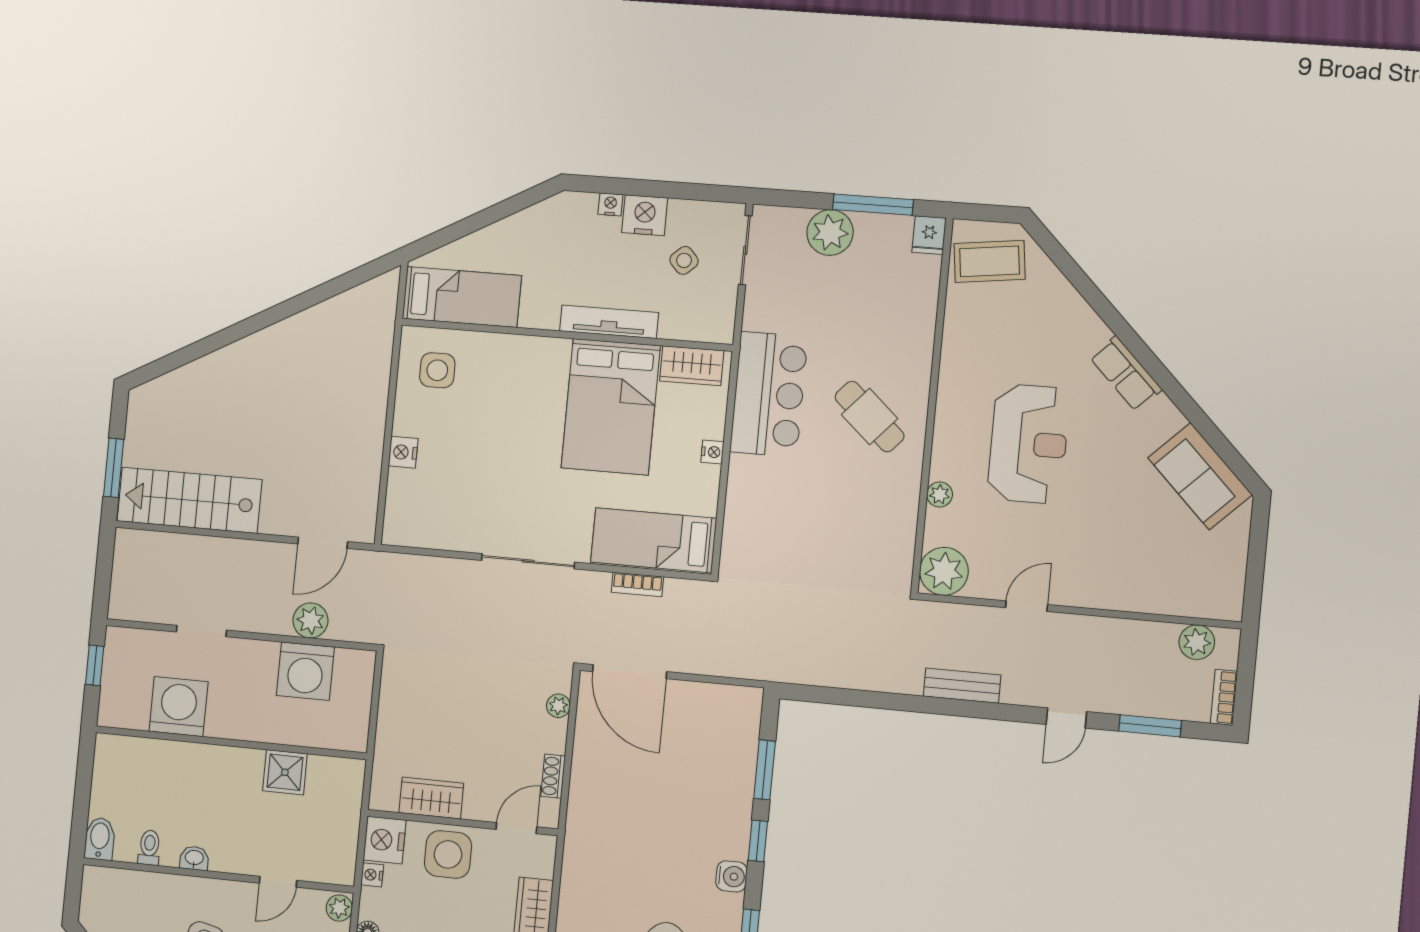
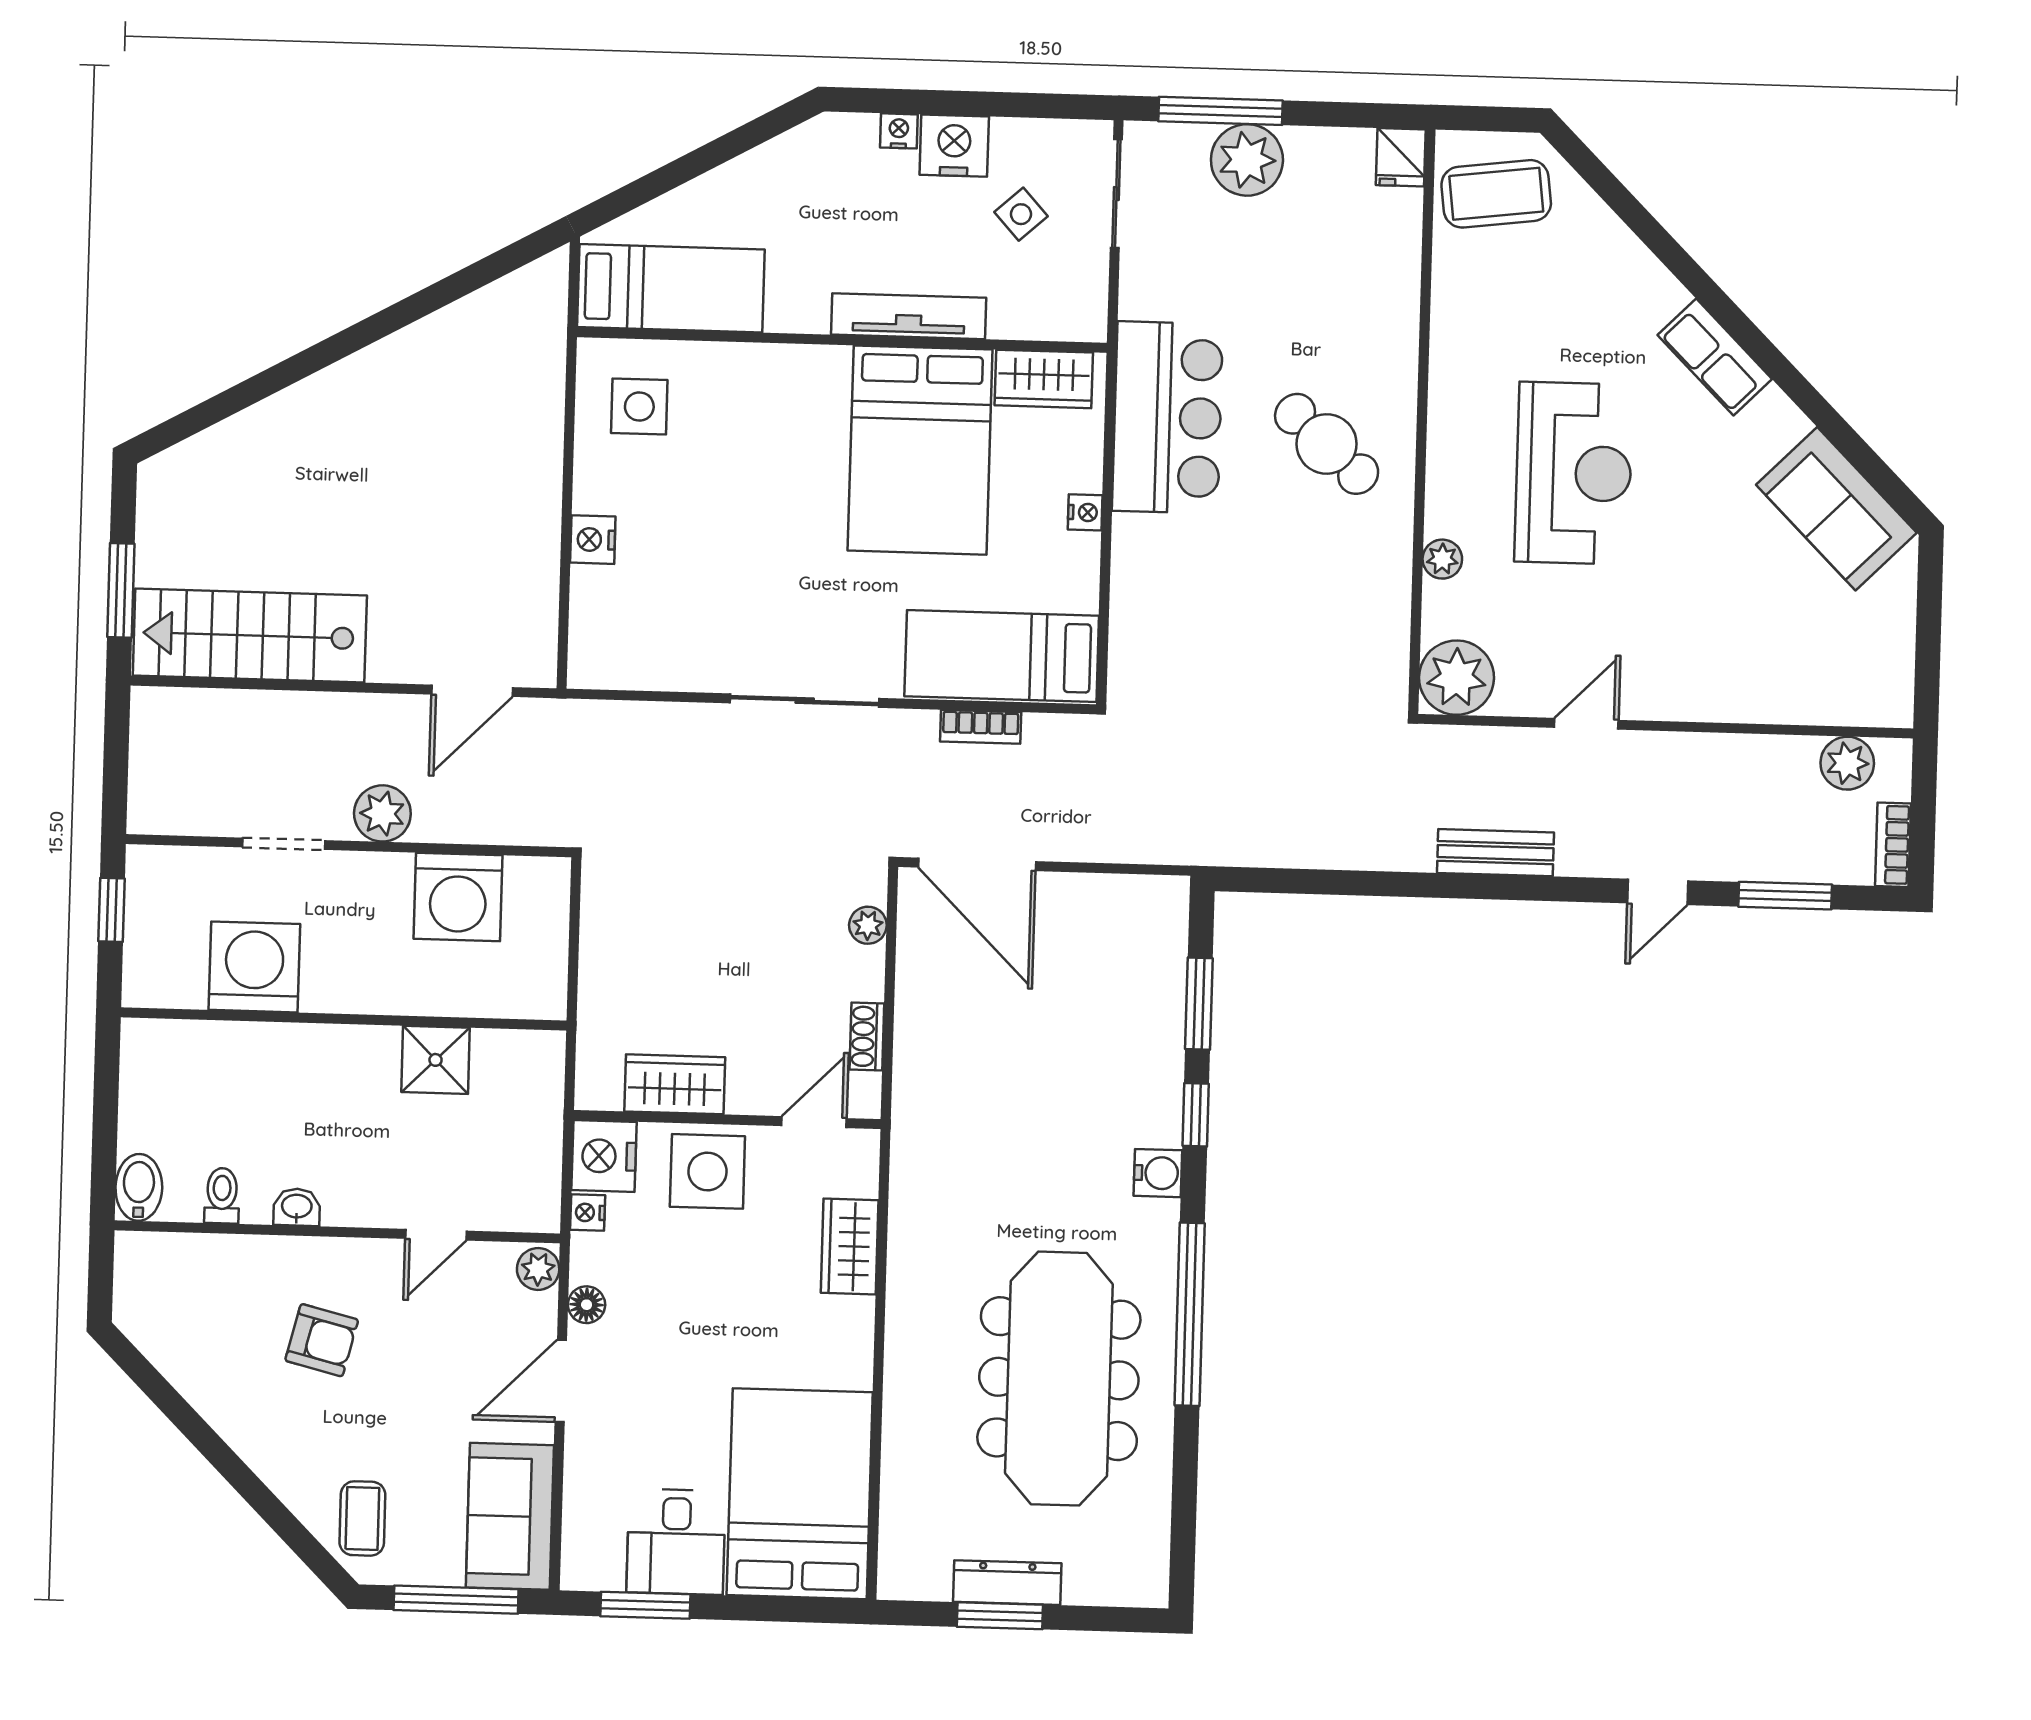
window: (873, 205) -> (1221, 111), moved
plant: (310, 620) -> (382, 813), moved

